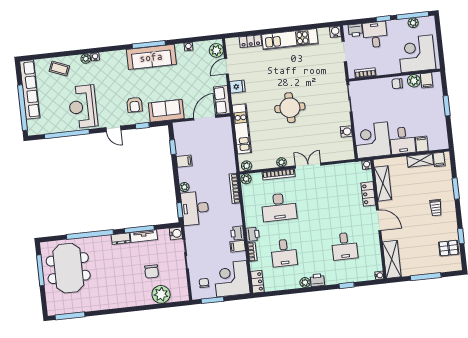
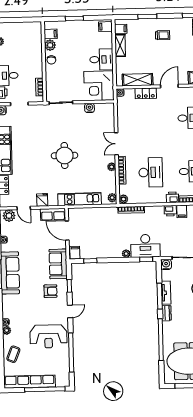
corner desk: (417, 54) -> (27, 41), removed
filing cabinet: (422, 144) -> (105, 27), moved
filing cabinet: (184, 161) -> (75, 253), moved

